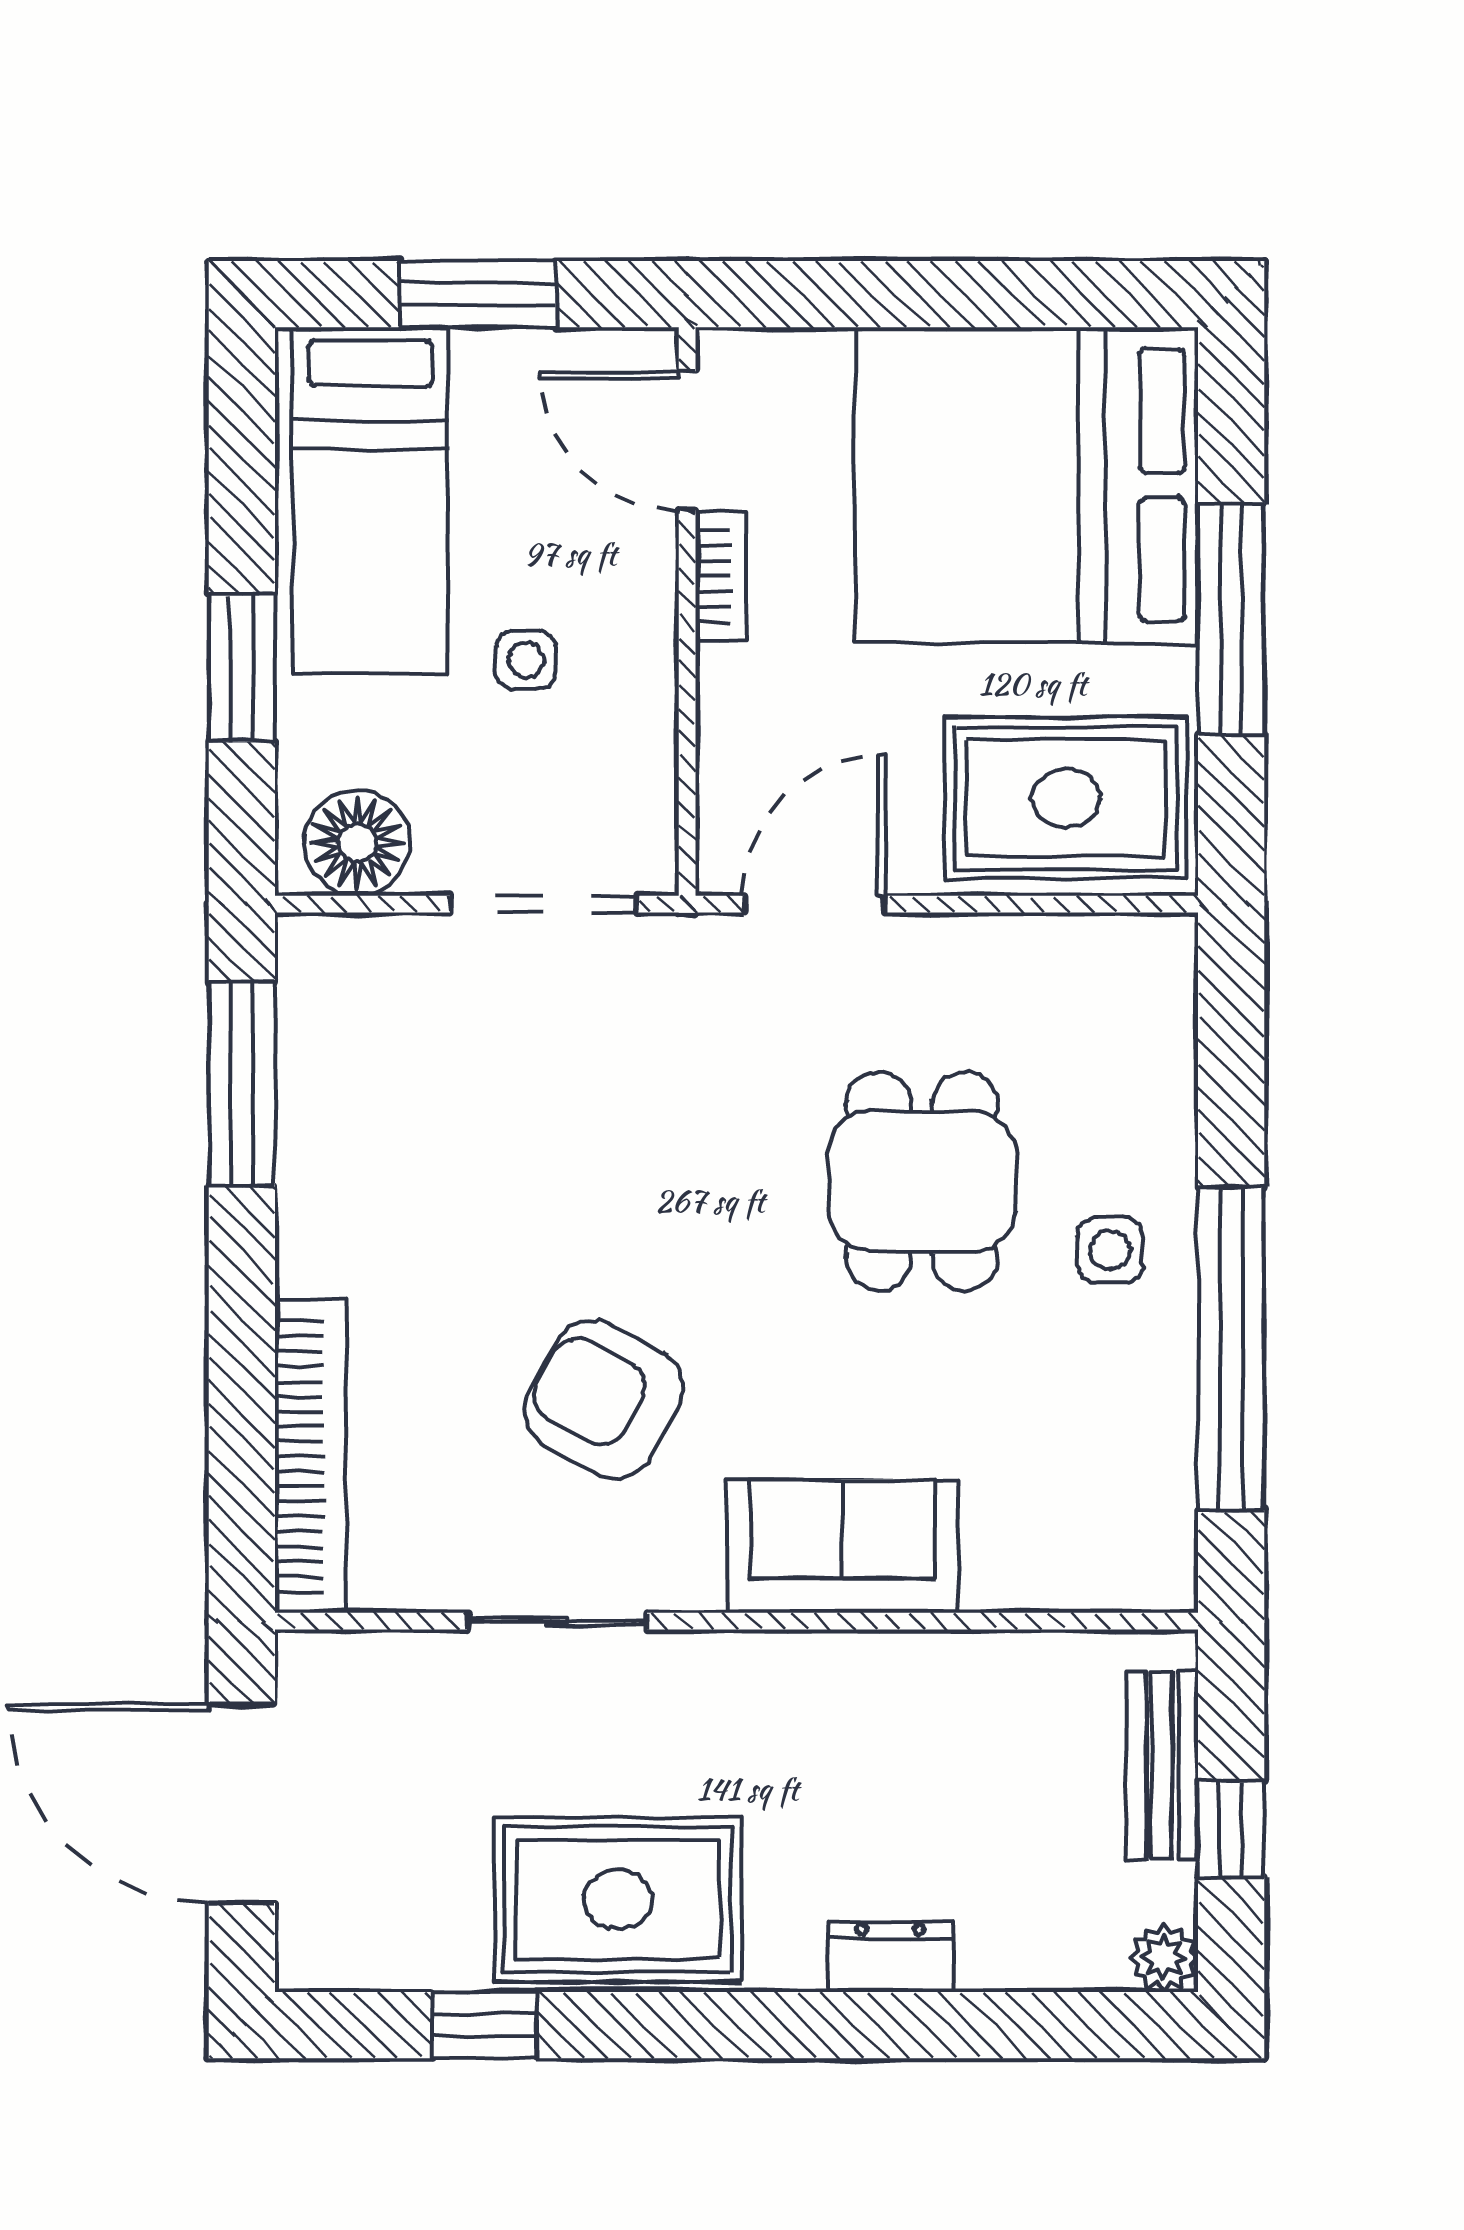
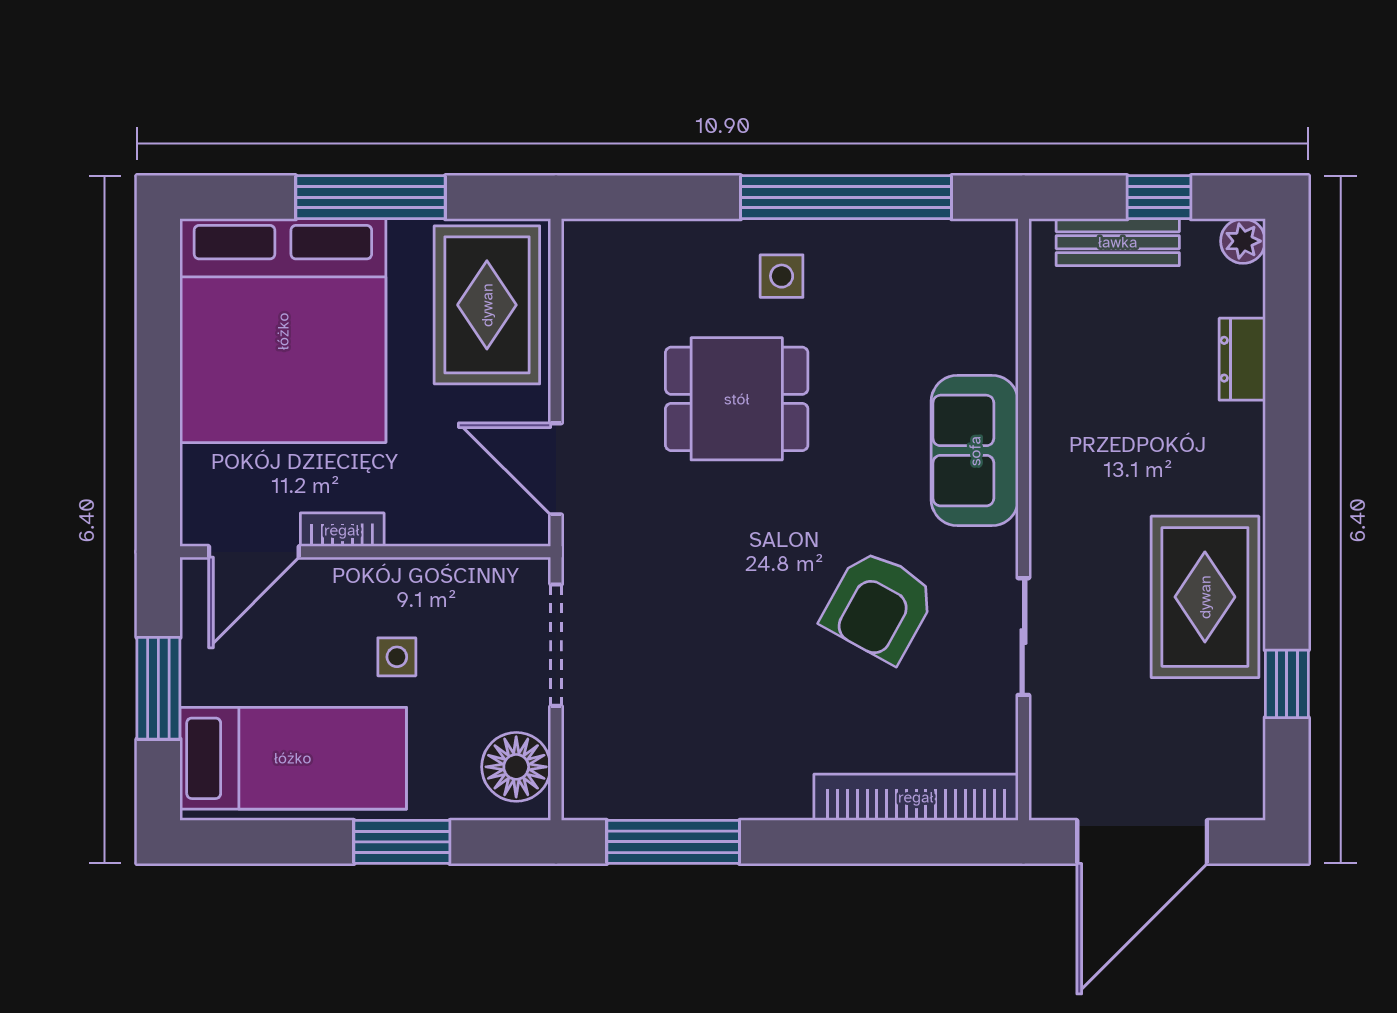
dresser: (890, 1957) -> (1242, 359), moved

